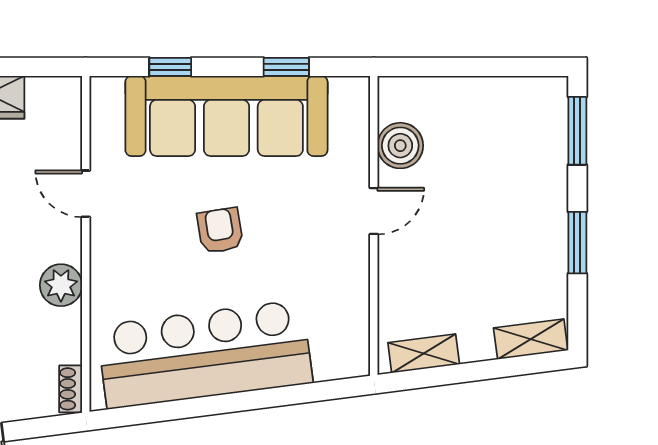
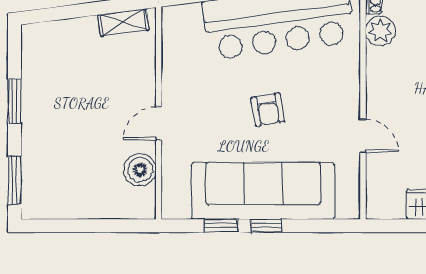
window: (170, 67) -> (266, 226), moved
plant: (61, 285) -> (380, 31), moved
shelving: (531, 339) -> (47, 33), removed

